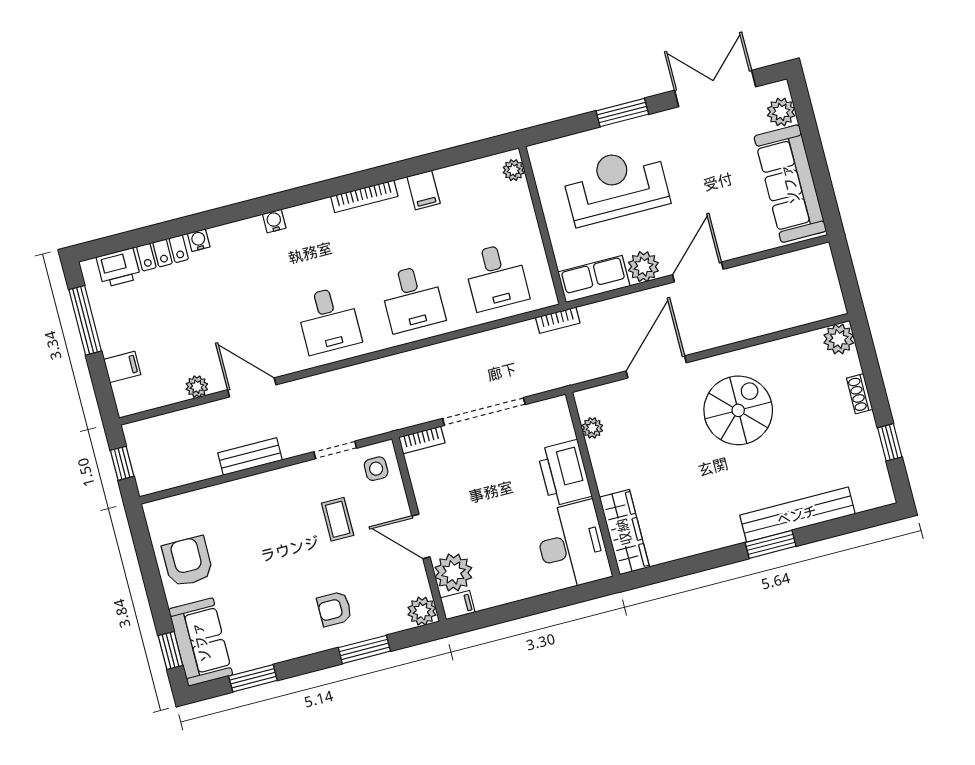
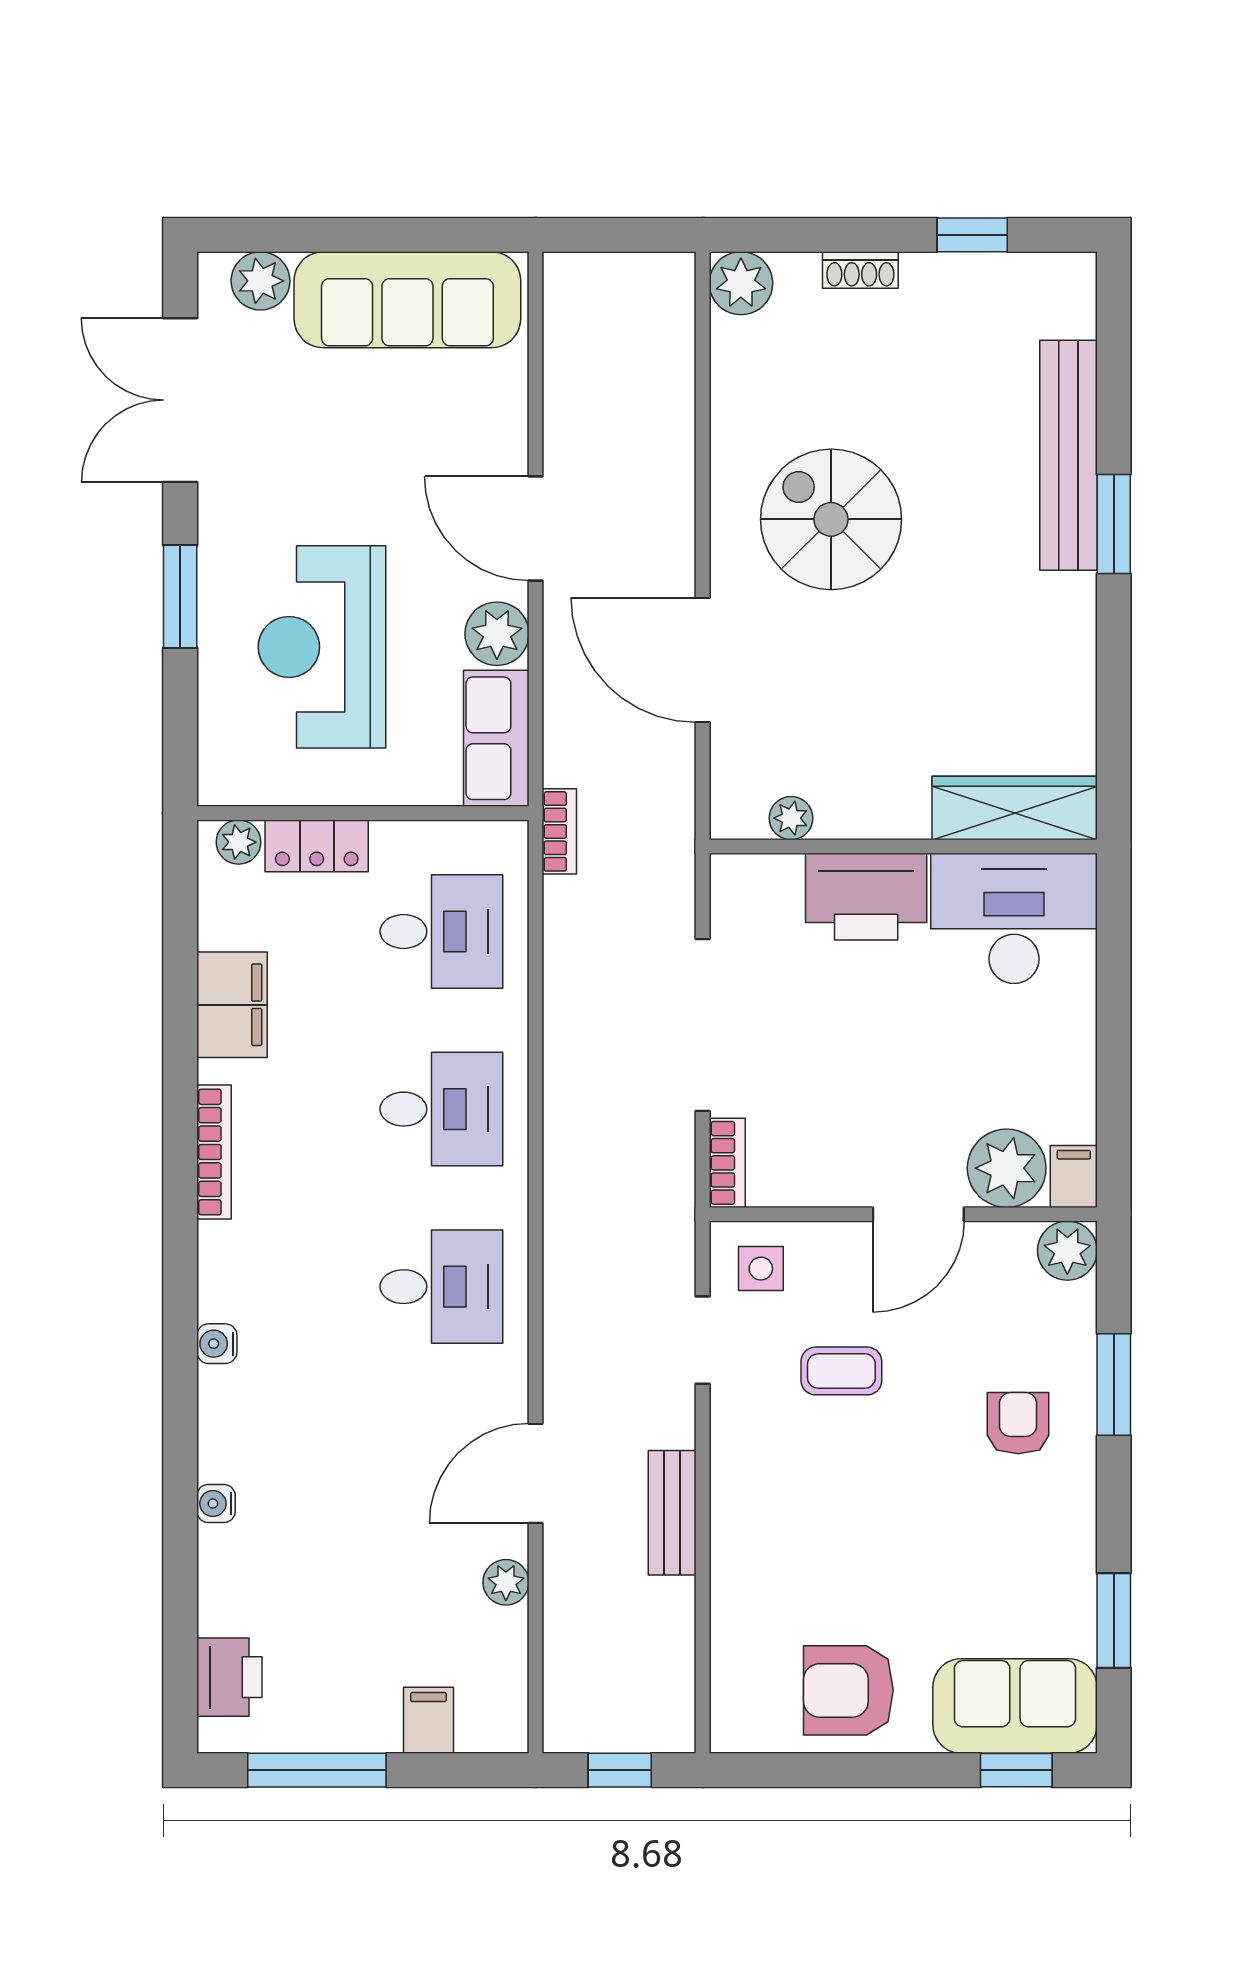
filing cabinet: (424, 190) -> (232, 1005), width x2.00
locker: (163, 253) -> (317, 846), moved, turned 90
armchair: (334, 609) -> (1018, 1423), turned 180

